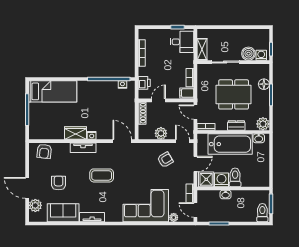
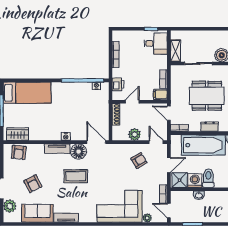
wardrobe: (76, 133) -> (18, 134), moved
floor lamp: (105, 151) -> (79, 152), added
armchair: (59, 183) -> (33, 184), turned 153

